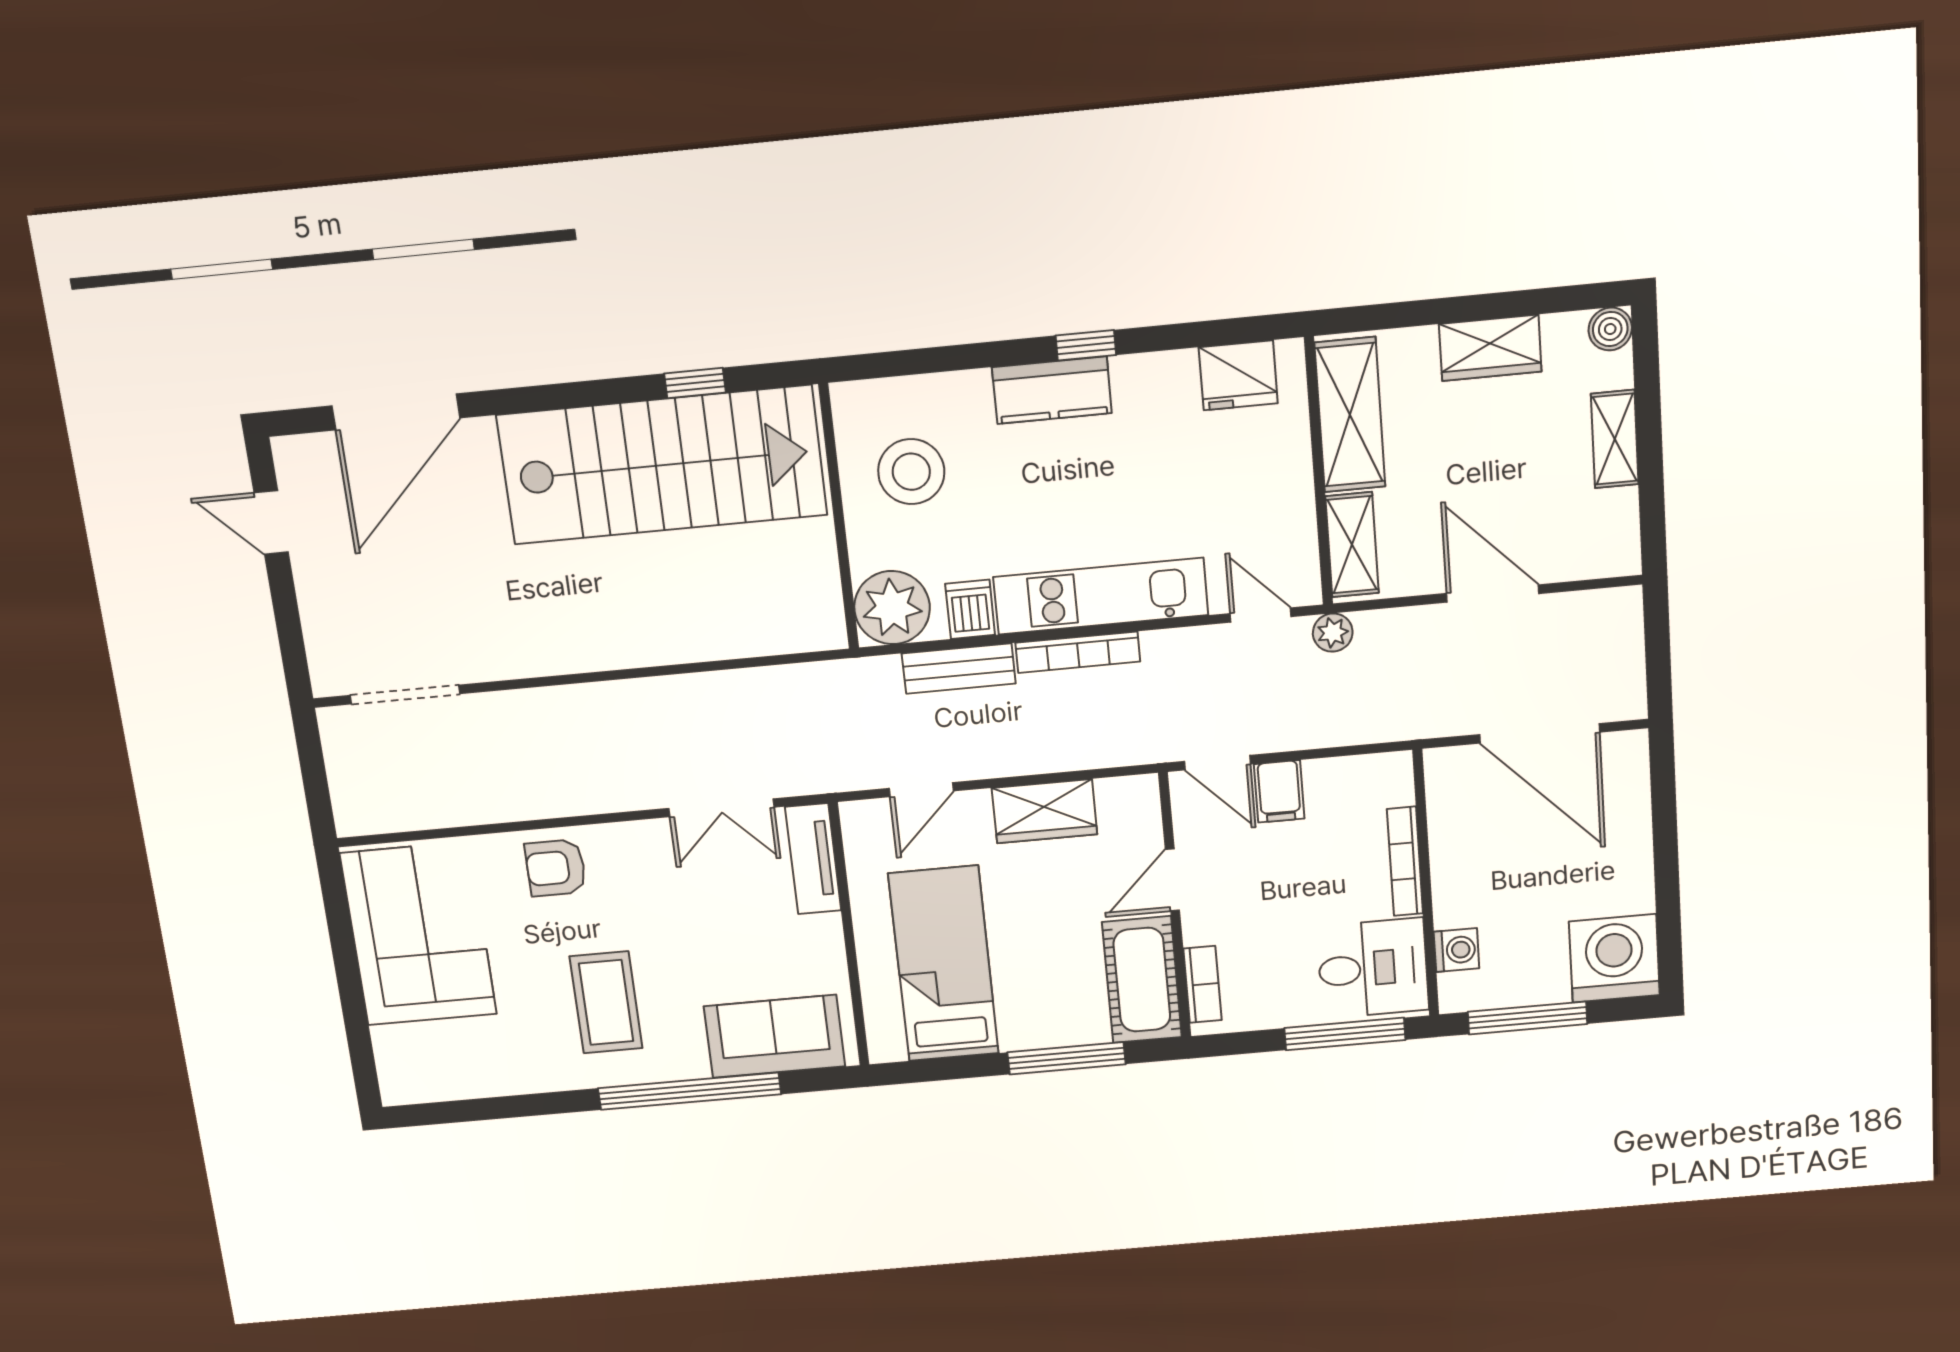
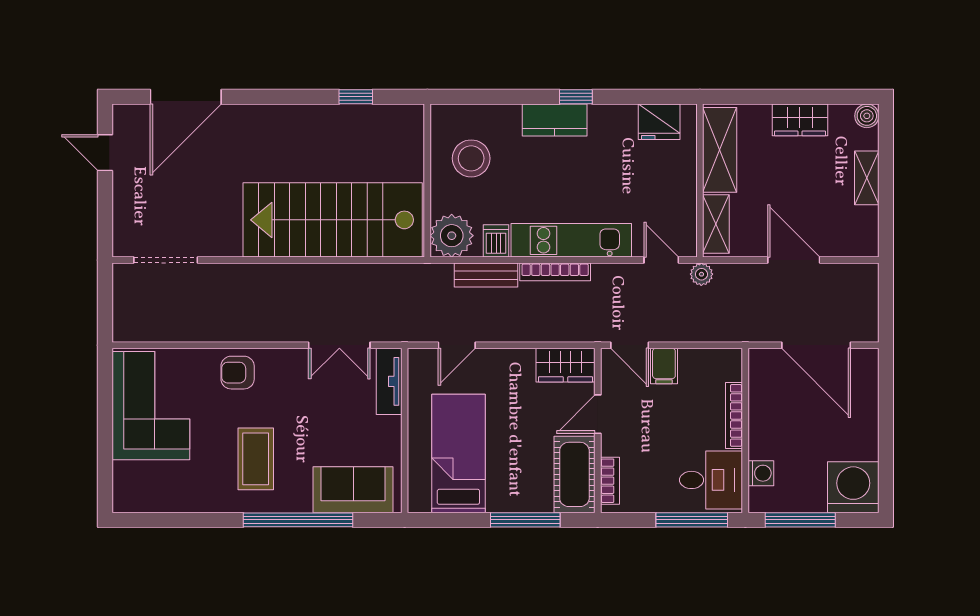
stairs: (662, 465) -> (333, 220), moved, turned 180
wardrobe: (1045, 811) -> (566, 365), moved

